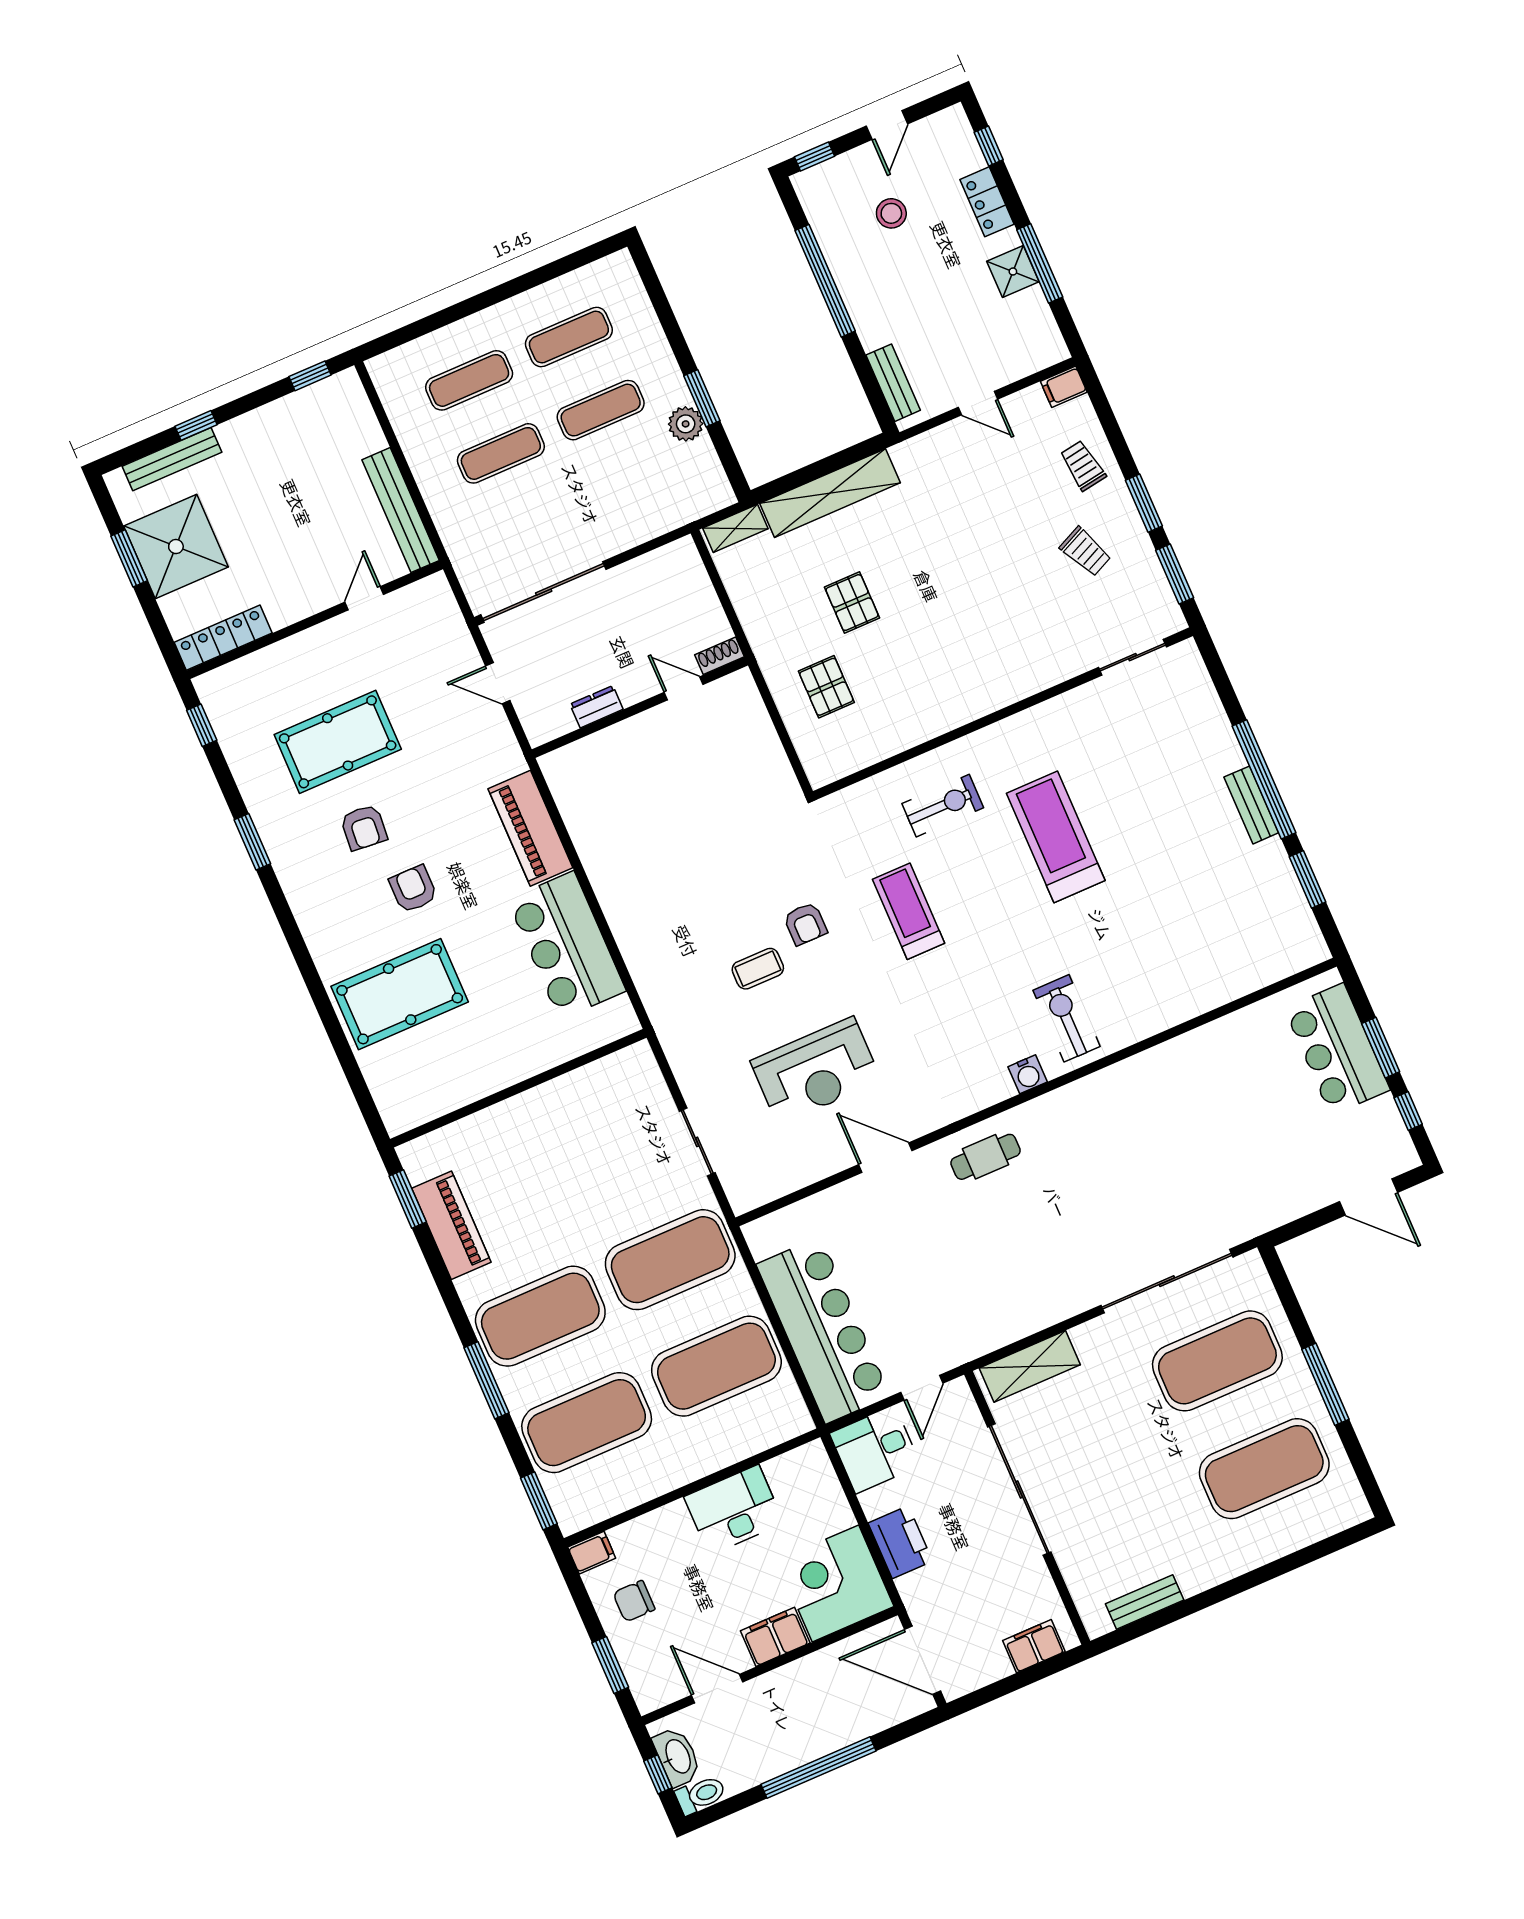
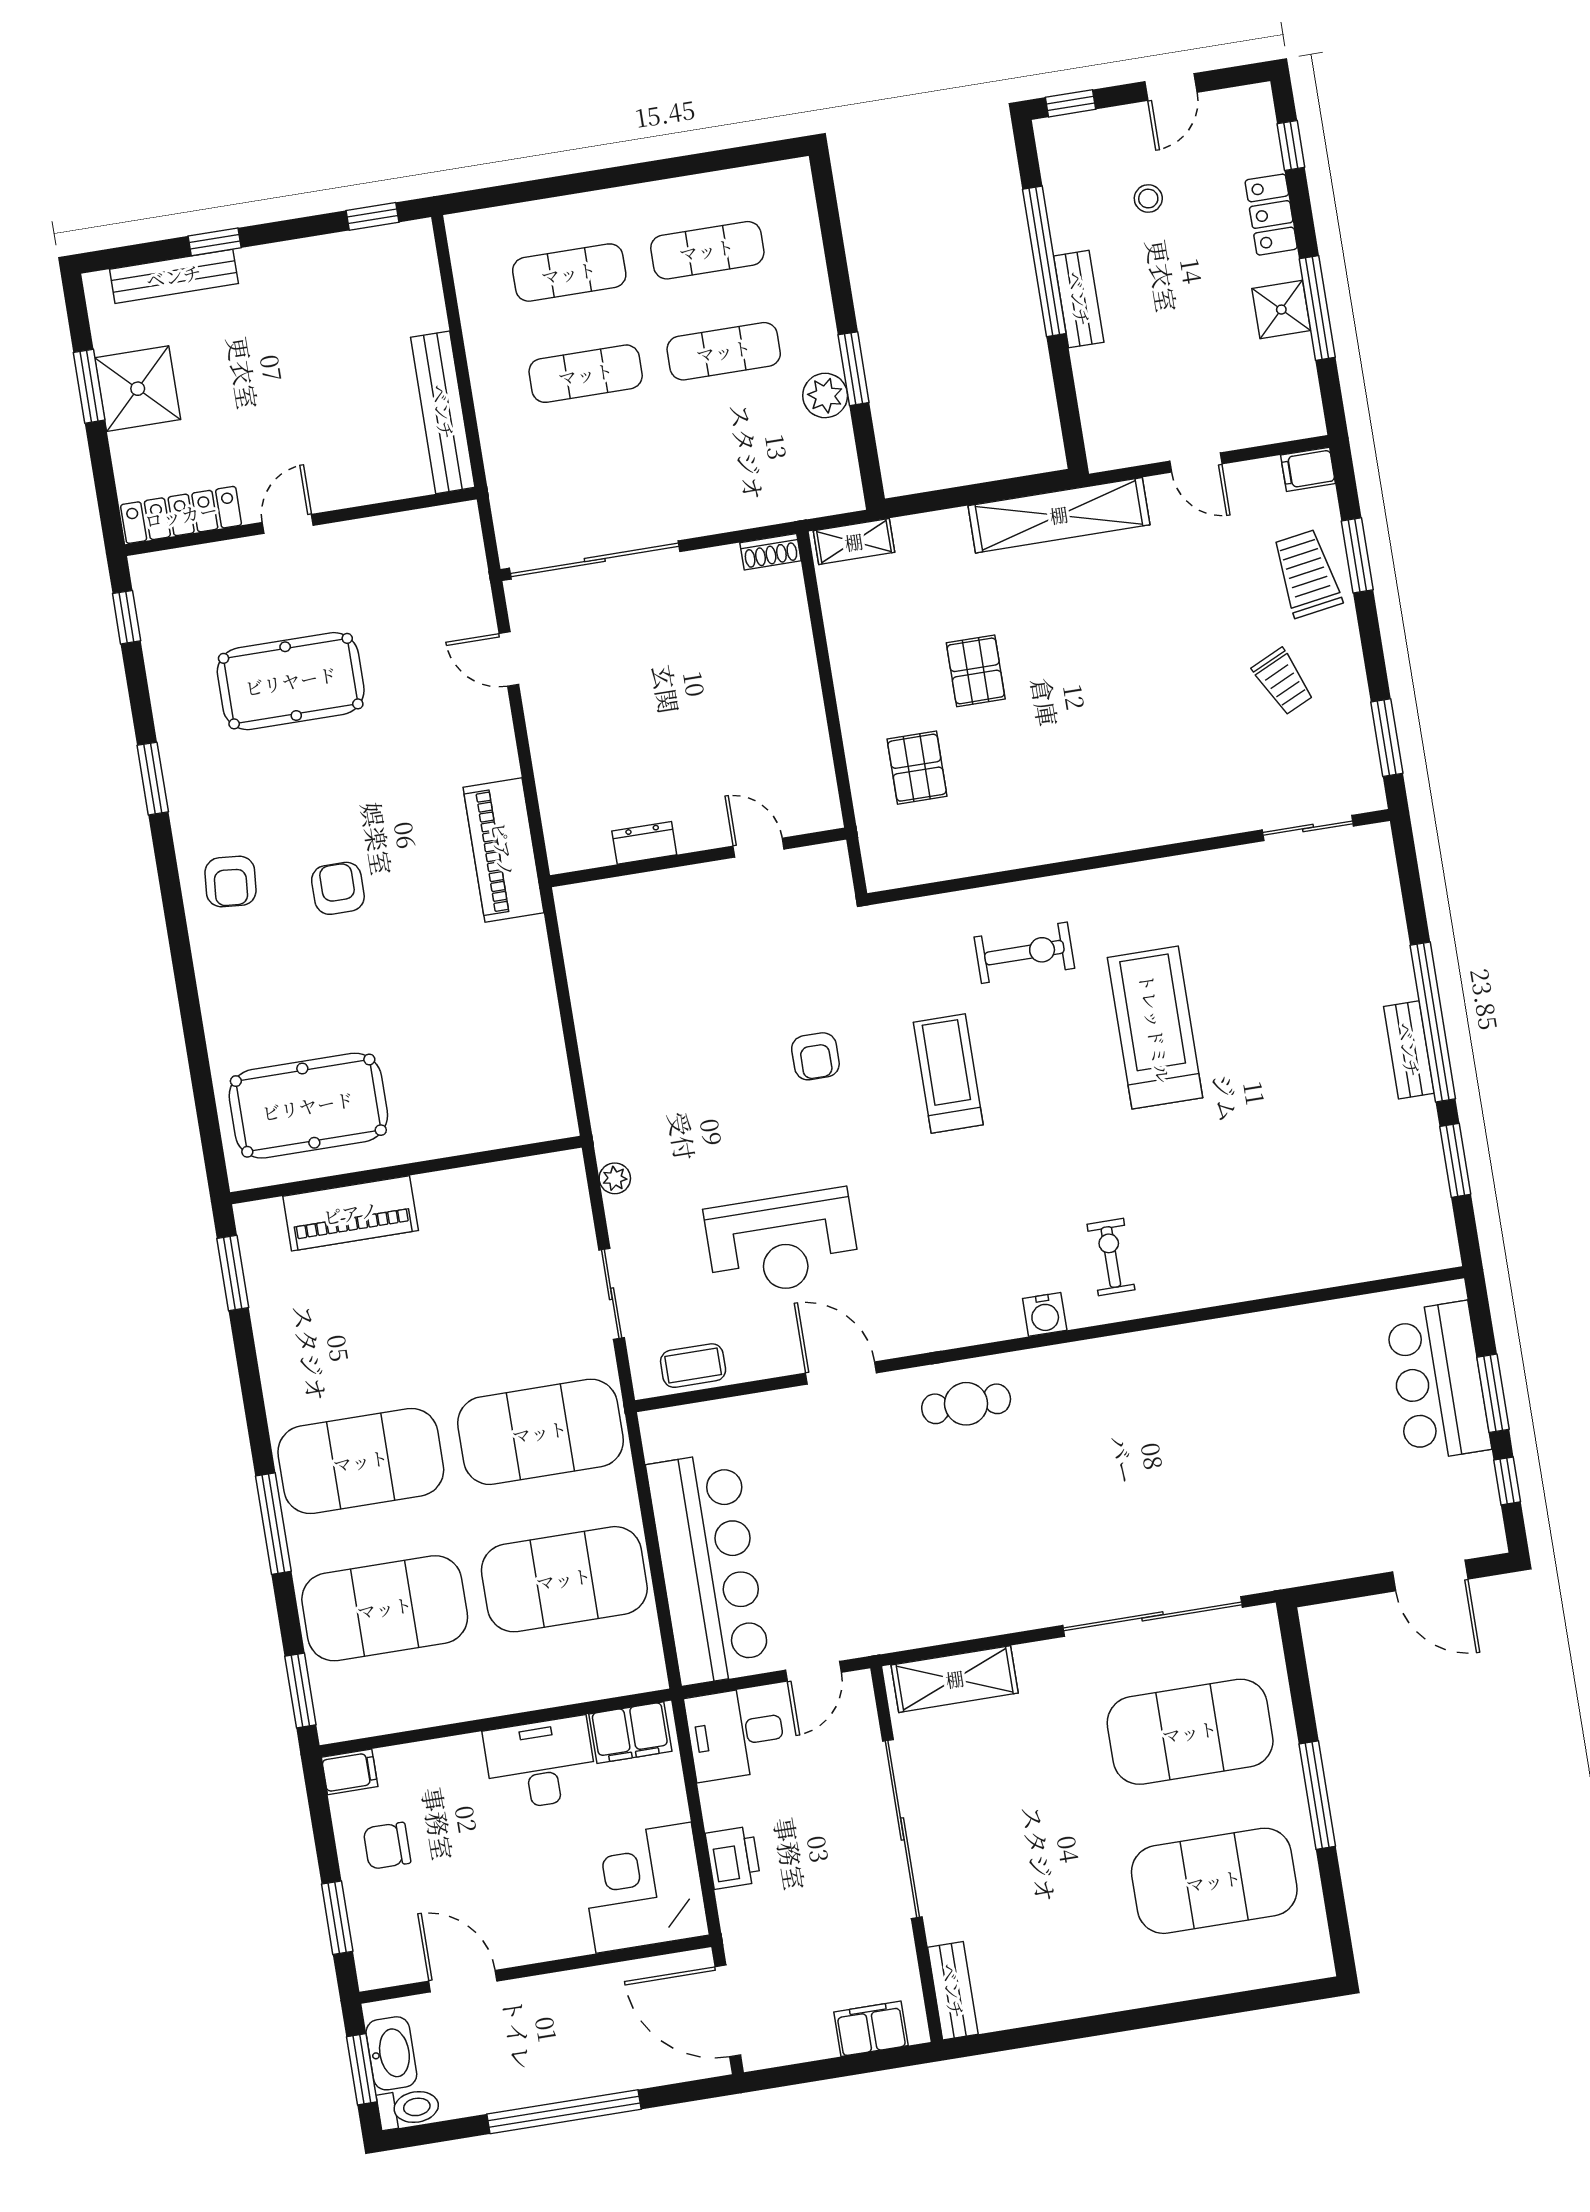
stool: (891, 213) -> (1148, 199), width x0.73, depth x0.73
bench: (893, 383) -> (1079, 299), moved
trolley: (1083, 466) -> (1307, 574), width x1.36, depth x1.39
shelving: (830, 493) -> (1059, 515), moved
window: (1144, 503) -> (1357, 555), moved
shower: (176, 547) -> (138, 389), width x0.73, depth x0.73
door: (364, 598) -> (288, 524), moved
shoe rack: (719, 656) -> (770, 552), moved, turned 180
door: (684, 688) -> (759, 848), moved
dresser: (596, 707) -> (644, 843), moved
wall: (640, 707) -> (698, 857), moved
armchair: (364, 827) -> (231, 882), moved
bar counter: (567, 945) -> (511, 1007), removed
coffee table: (758, 969) -> (693, 1366), moved
pool table: (400, 994) -> (308, 1106), moved
exercise bike: (1067, 1018) -> (1111, 1257), width x0.73, depth x0.72
plant: (677, 1054) -> (615, 1178), added
piano: (451, 1225) -> (351, 1213), moved, turned 90
printer: (900, 1542) -> (733, 1858), width x0.73, depth x0.84
bench: (1145, 1602) -> (953, 1991), moved, turned 90
filing cabinet: (775, 1637) -> (630, 1733), moved, turned 180
window: (658, 1774) -> (362, 2069), width x1.50

